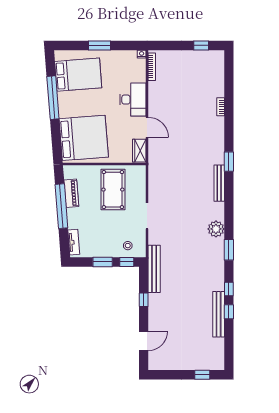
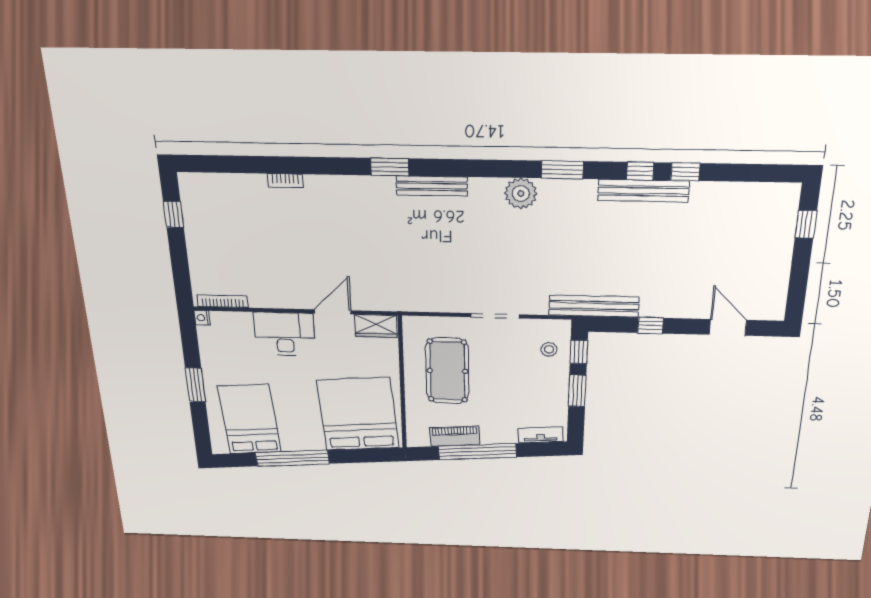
pool table: (113, 190) -> (447, 371), turned 90
bench: (219, 314) -> (643, 191), moved

